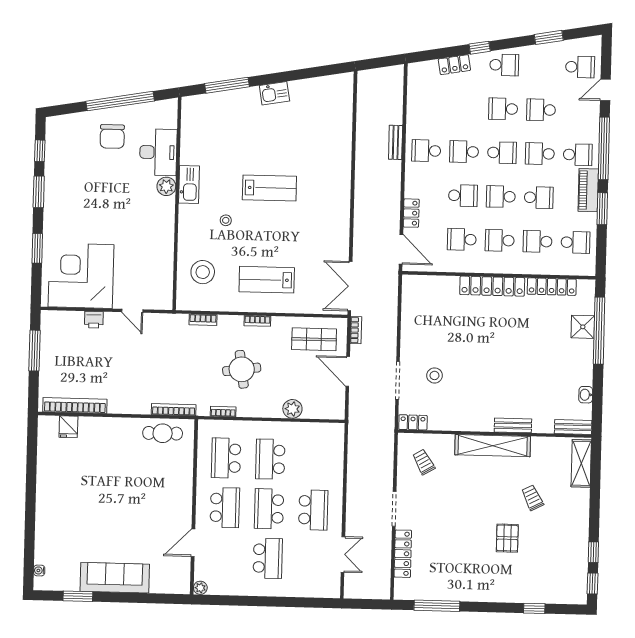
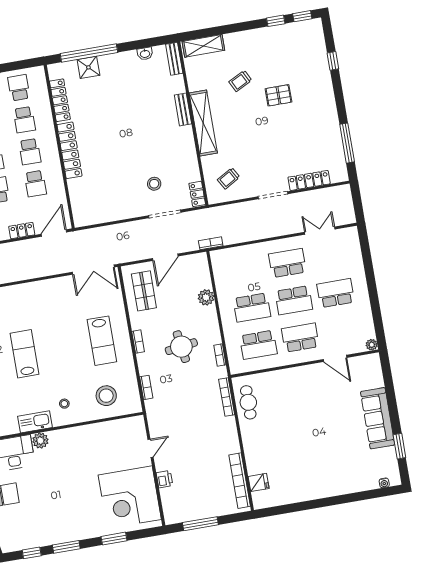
stool: (226, 220) -> (64, 404), moved
bookcase: (356, 330) -> (211, 243), moved

